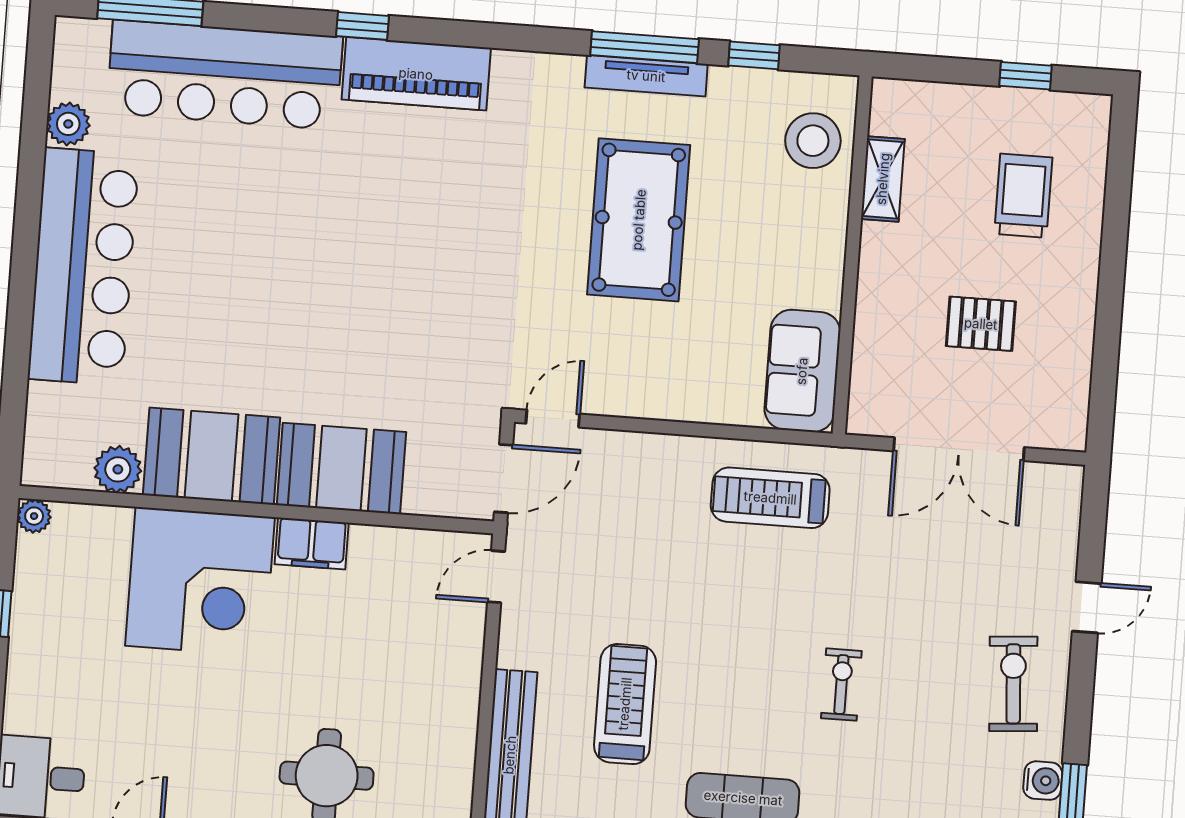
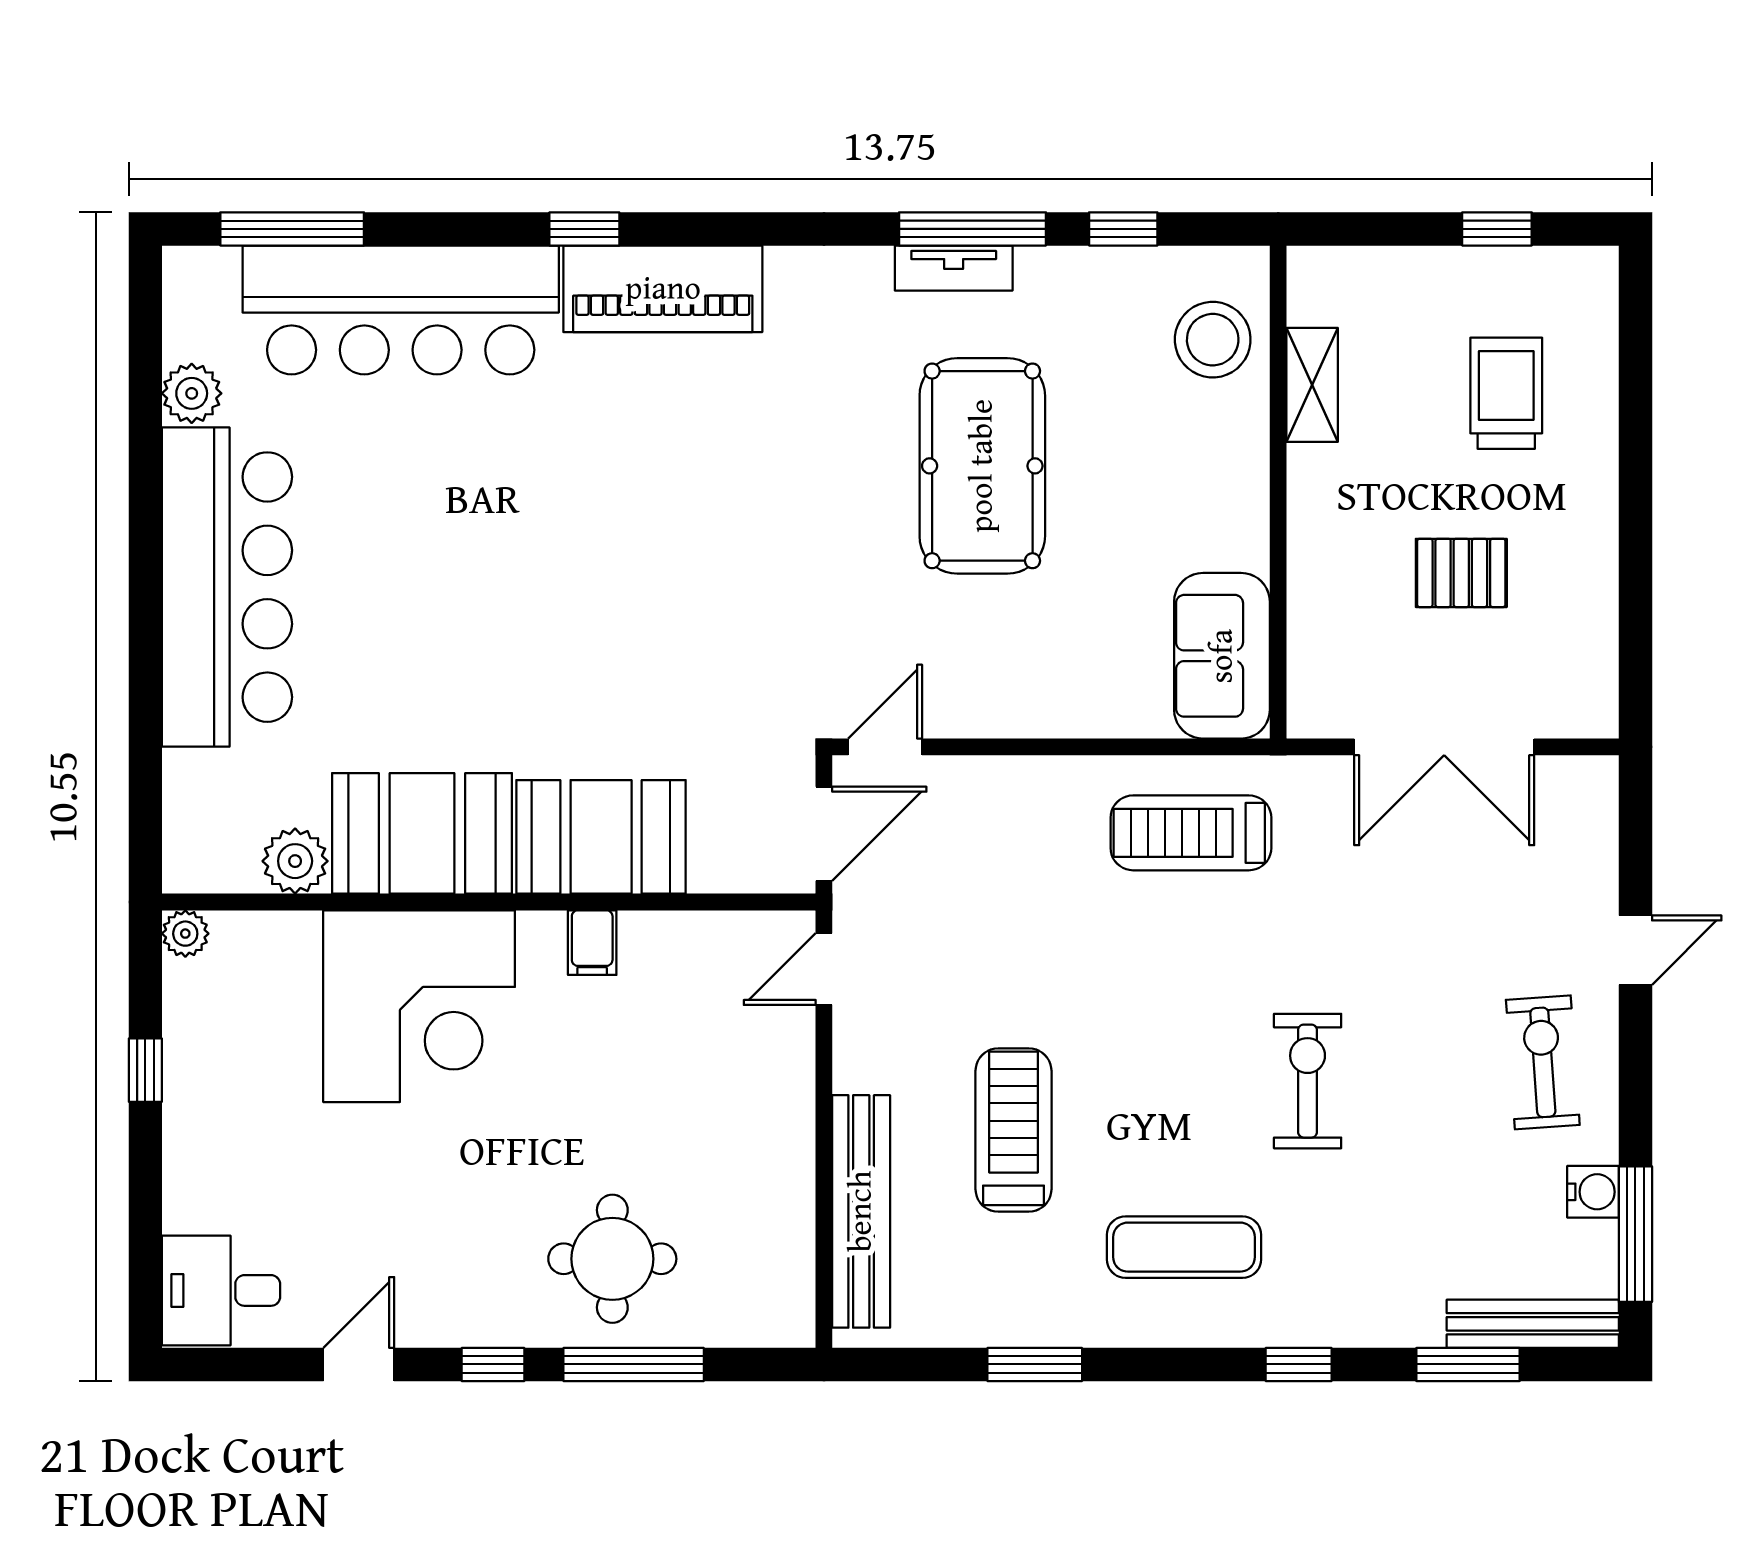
tv unit: (646, 76) -> (954, 268), width x0.71
filing cabinet: (312, 544) -> (592, 943), width x0.50
exercise bike: (841, 685) -> (1308, 1081), width x1.38, depth x1.39

